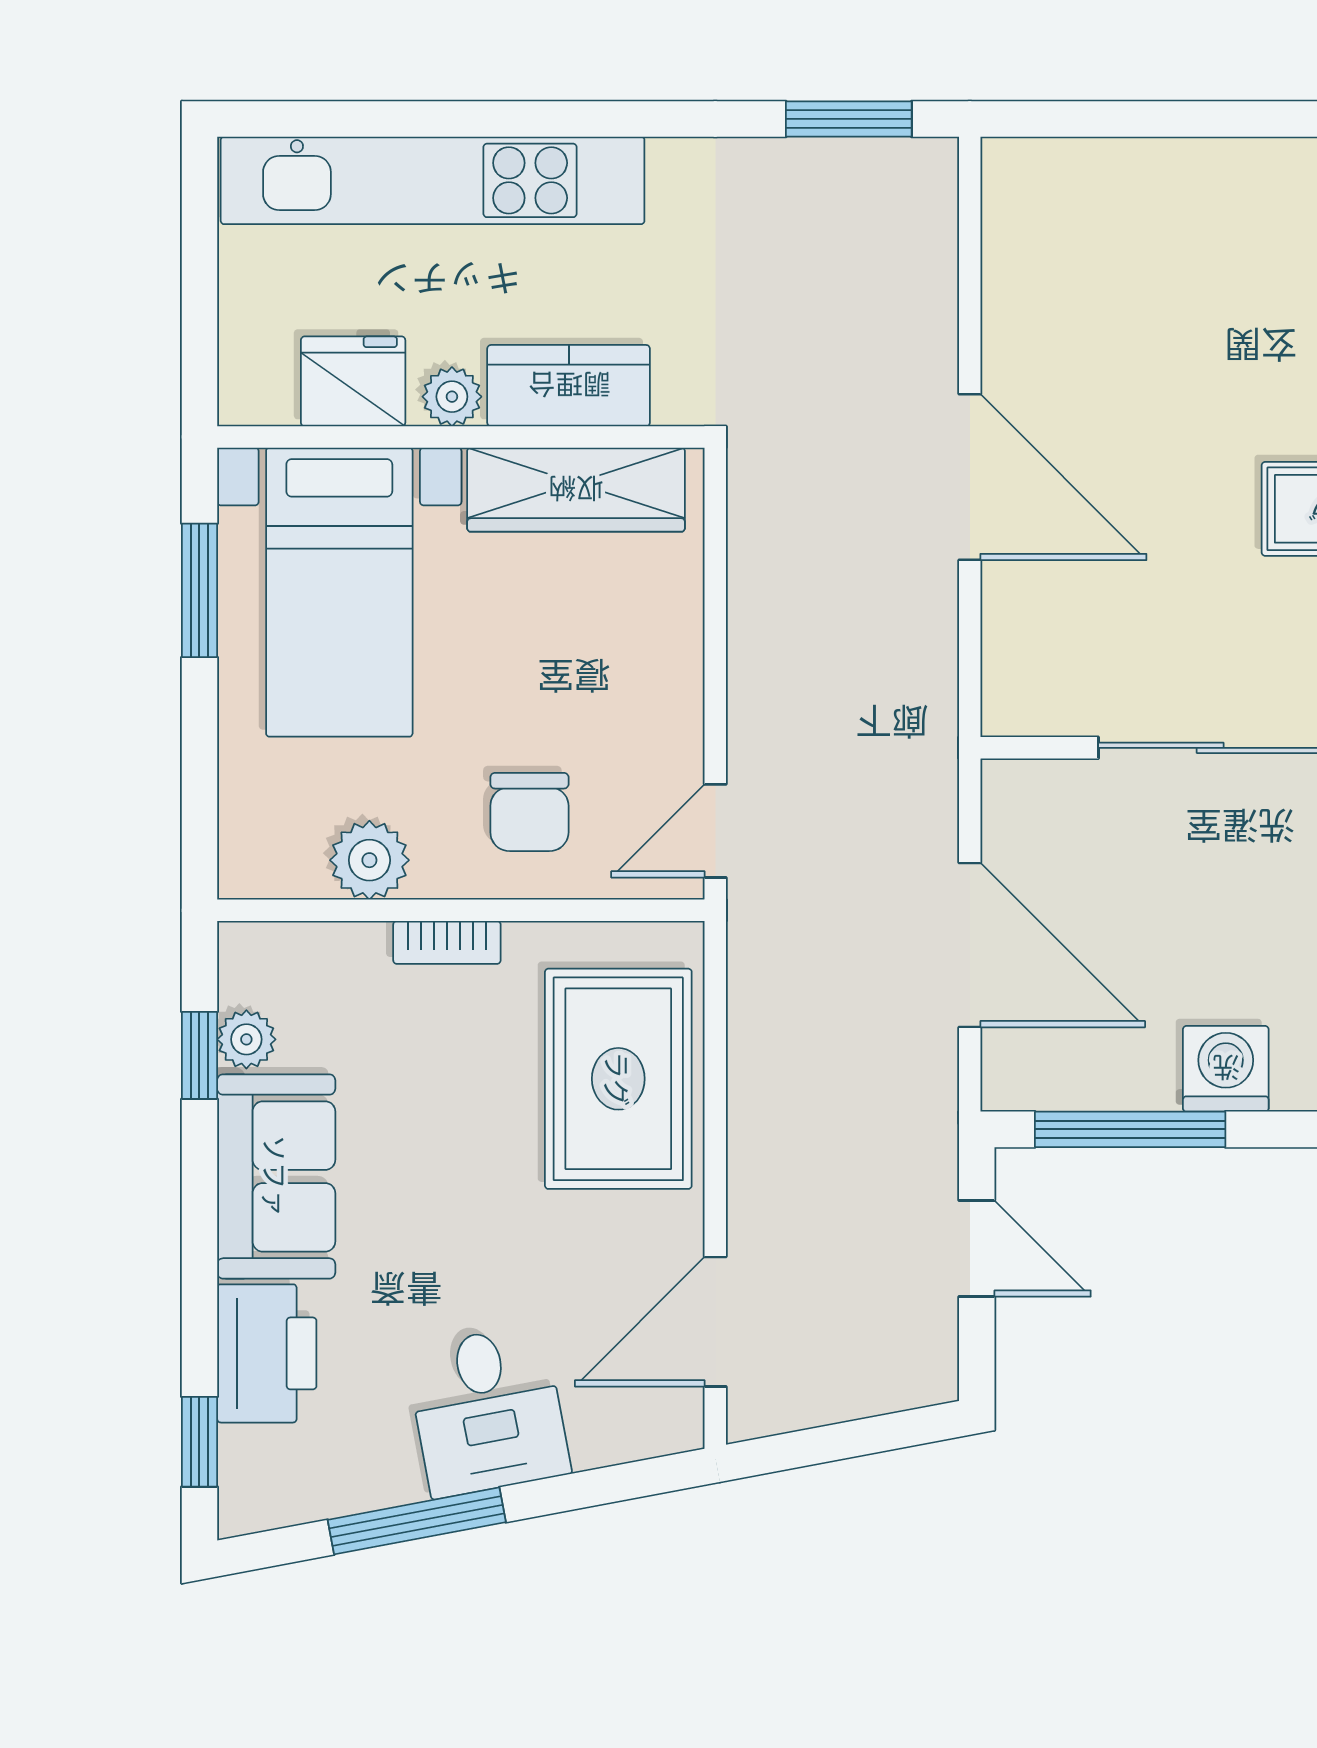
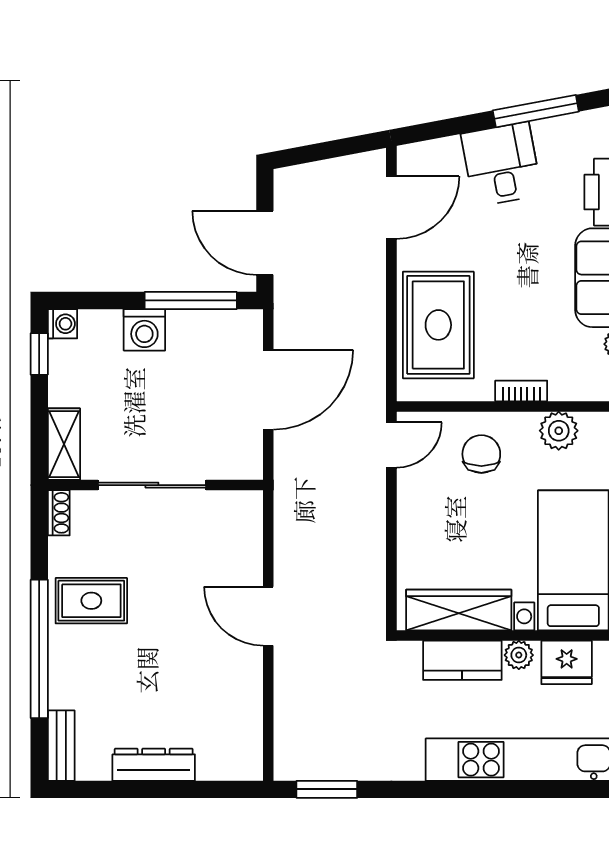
dresser: (1207, 170) -> (154, 765), added
door: (970, 477) -> (268, 616), width x0.73
door: (970, 945) -> (268, 390), swing flipped
door: (977, 1249) -> (265, 243), width x1.38

